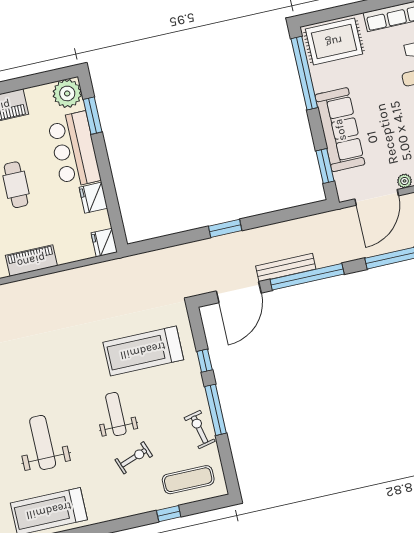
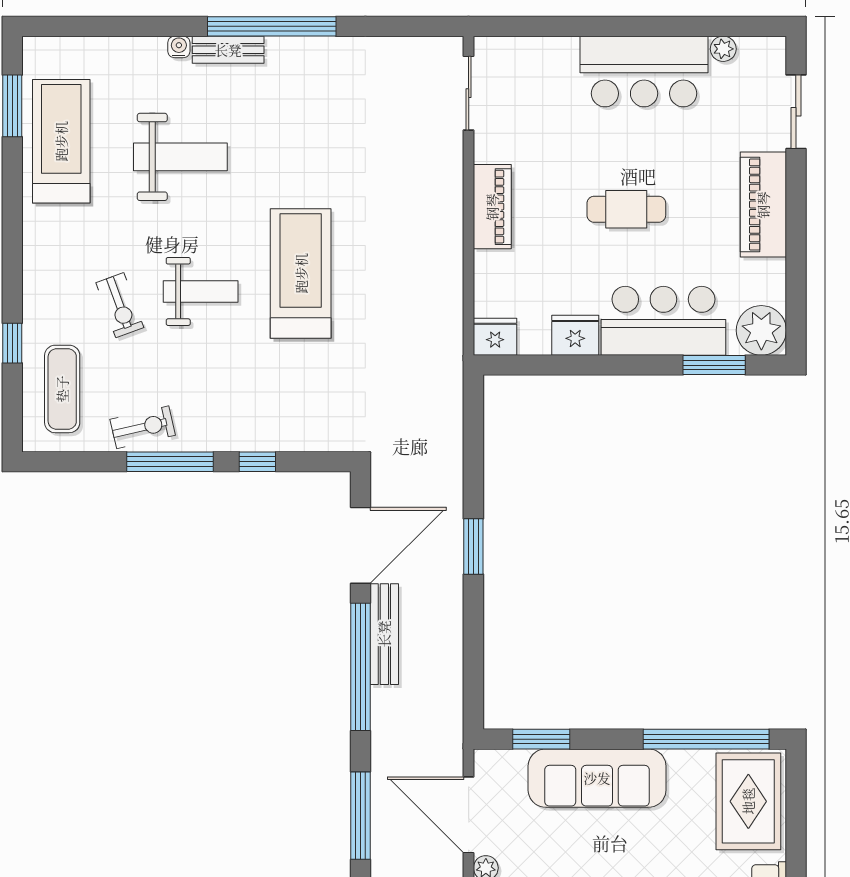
door: (239, 292) -> (361, 545), swing flipped
treadmill: (143, 351) -> (301, 273), moved

